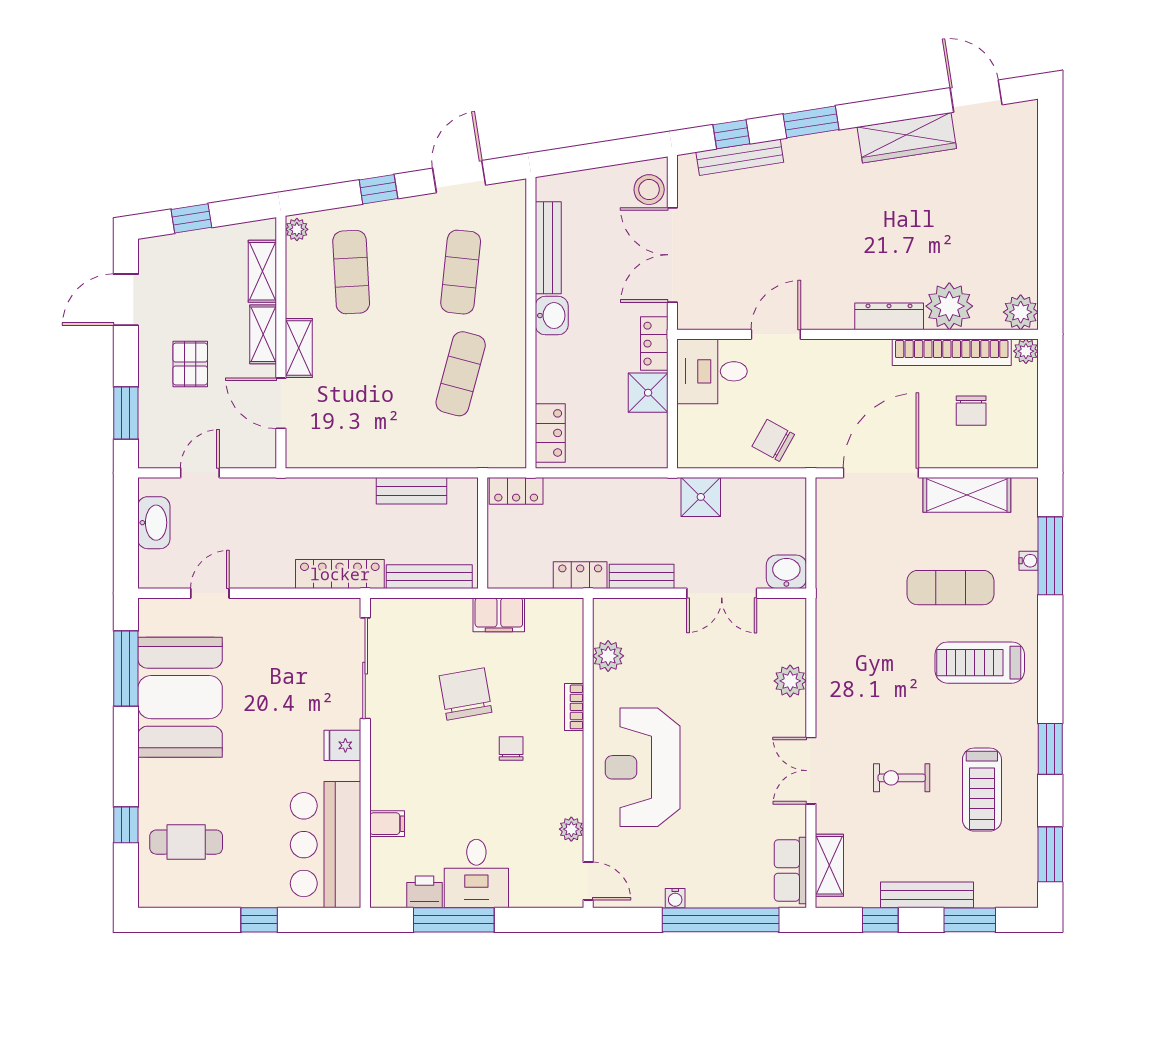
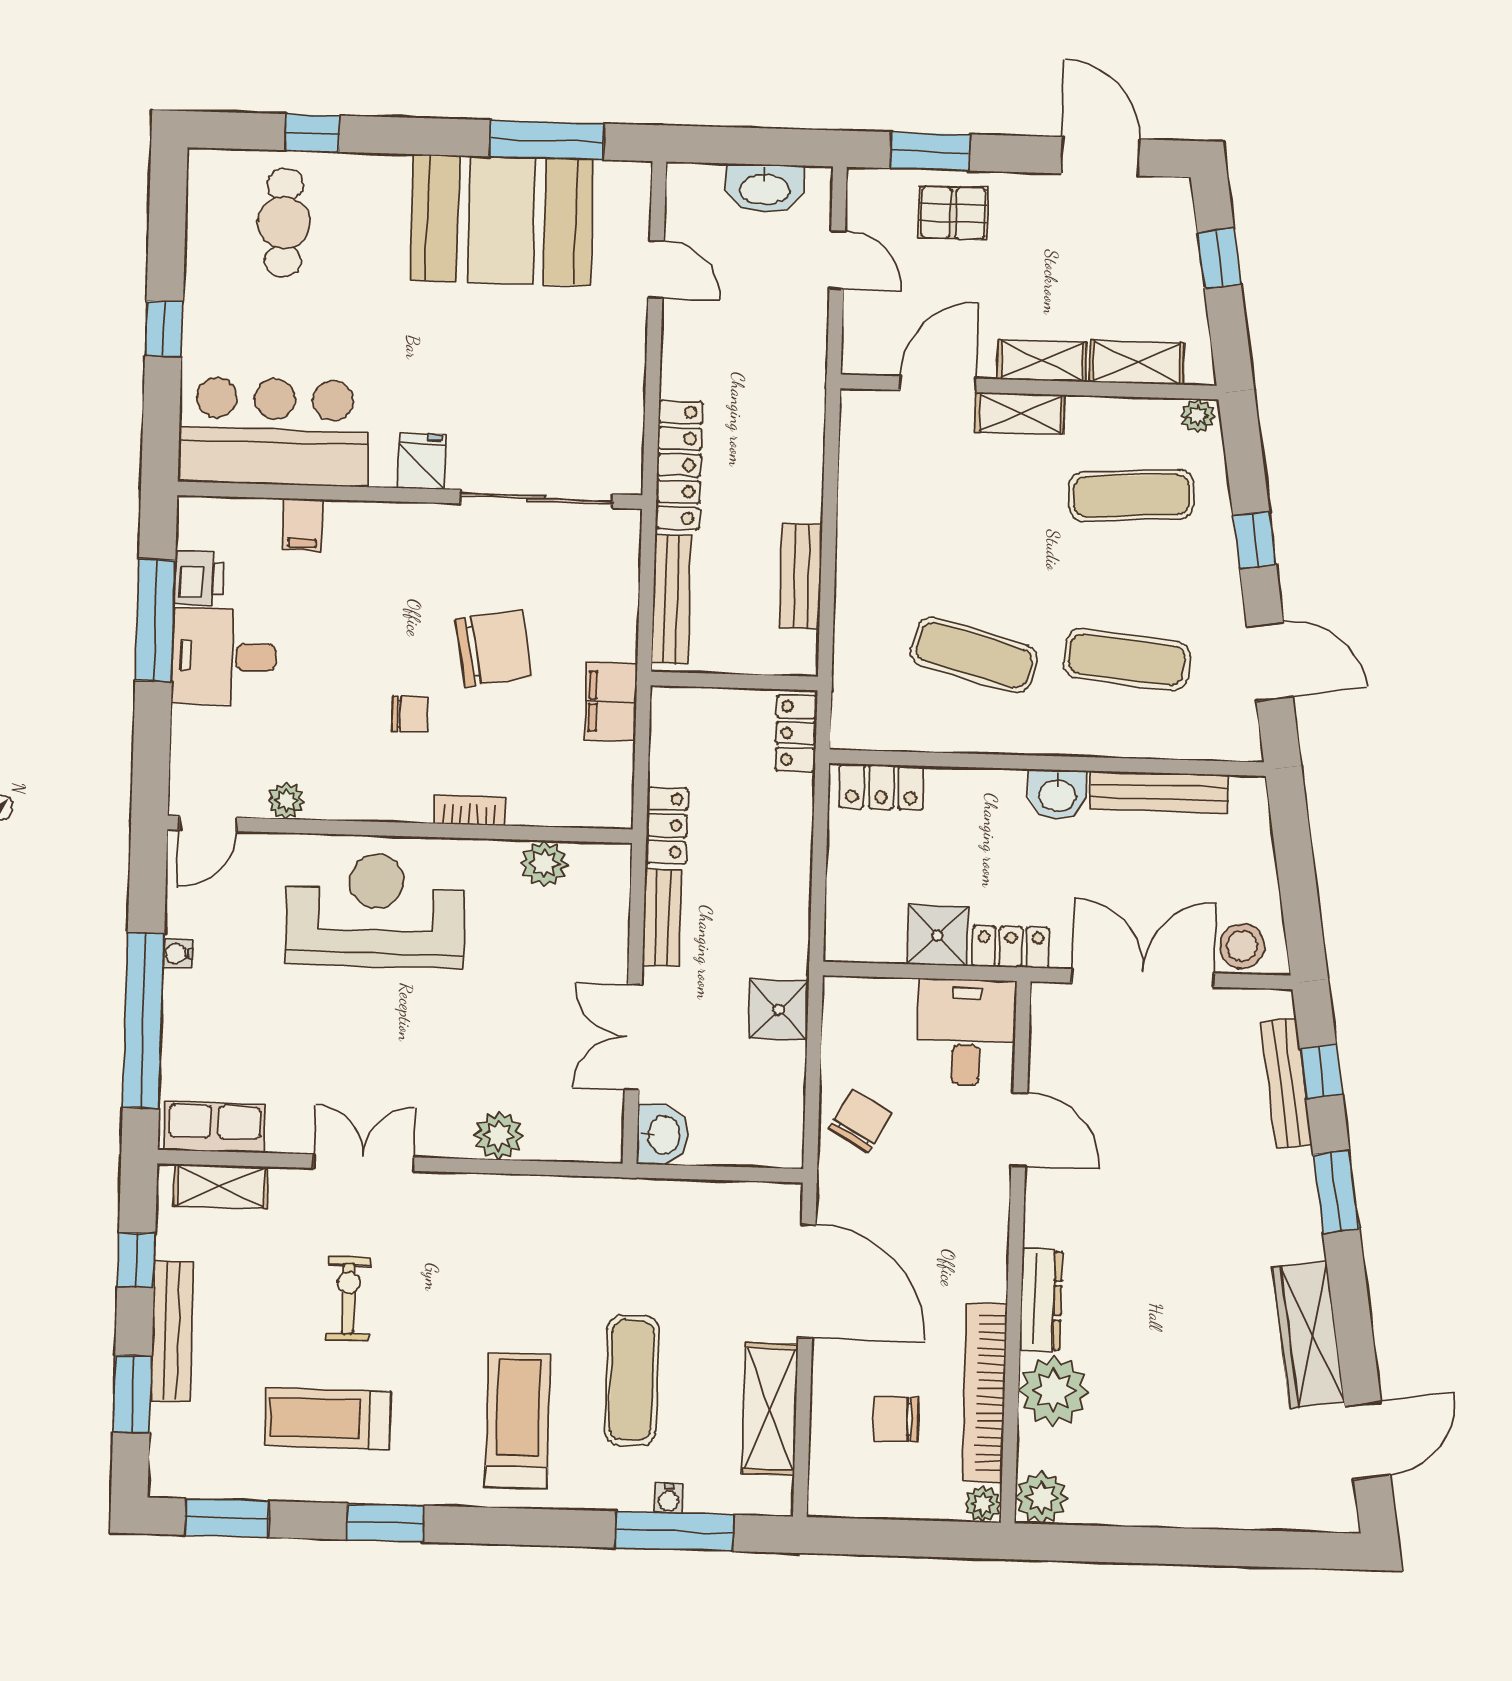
pallet: (190, 364) -> (953, 213), moved

